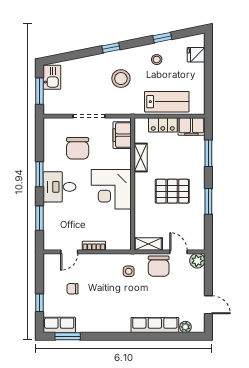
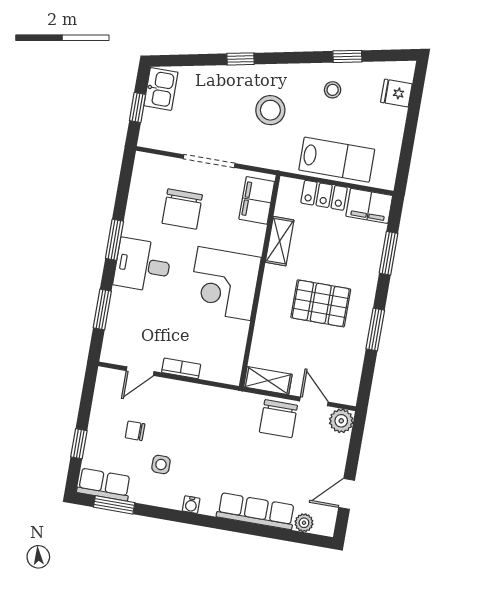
window: (111, 48) -> (241, 59), moved
window: (40, 91) -> (138, 108), width x0.67
side table: (129, 271) -> (161, 464), moved
door: (208, 305) -> (347, 494), swing flipped
water cooler: (115, 328) -> (191, 505), added

